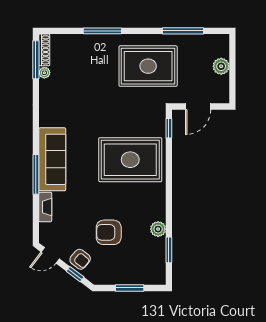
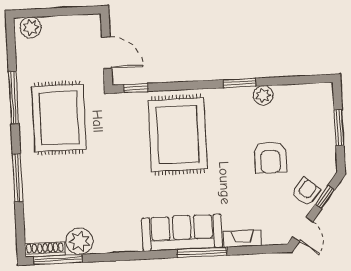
window: (183, 31) -> (14, 98), moved
plant: (221, 66) -> (31, 27), moved
plant: (44, 73) -> (80, 241), width x1.87, depth x1.87
window: (169, 250) -> (240, 83), moved

